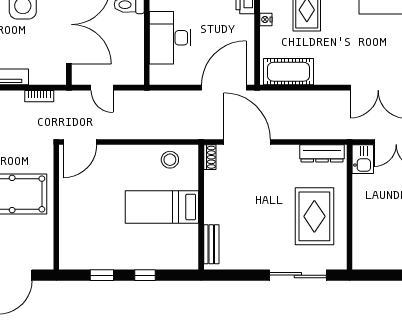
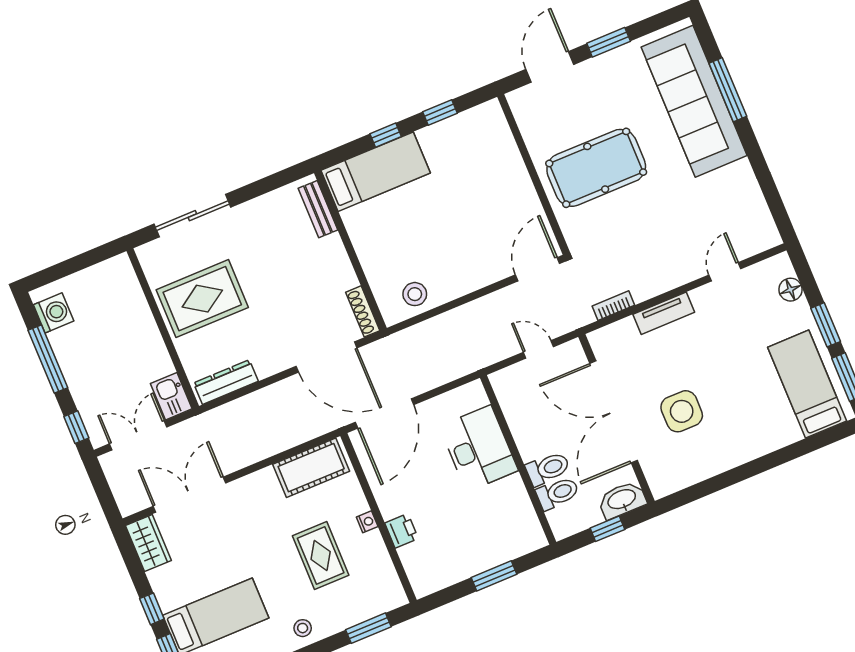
shoe rack: (210, 157) -> (363, 311), width x1.43
bed: (162, 207) -> (376, 172), moved
rug: (314, 216) -> (202, 299), turned 90

